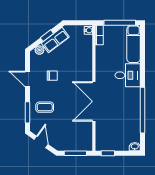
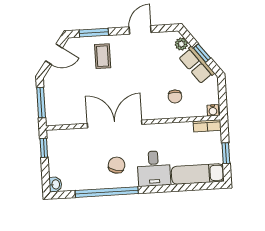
window: (120, 23) -> (226, 153), width x0.46
chair: (52, 76) -> (175, 96), moved
chair: (124, 102) -> (117, 165), added

